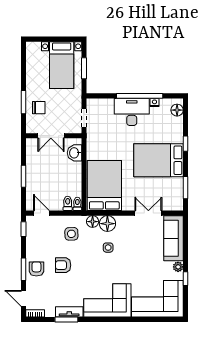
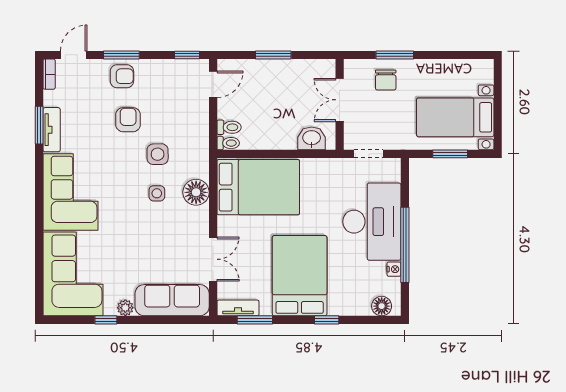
desk: (132, 112) -> (372, 222), width x1.36, depth x1.30
tv unit: (178, 198) -> (238, 308), added
floor lamp: (93, 222) -> (199, 168), removed
side table: (71, 234) -> (158, 154), moved

